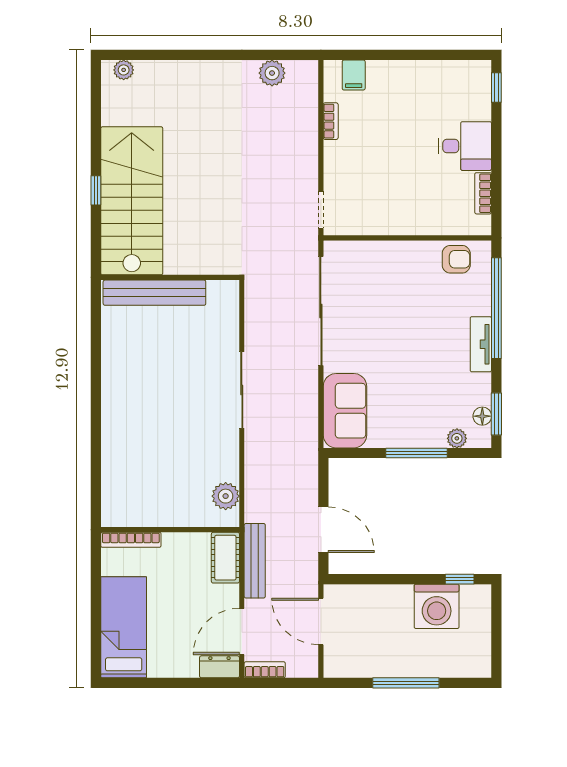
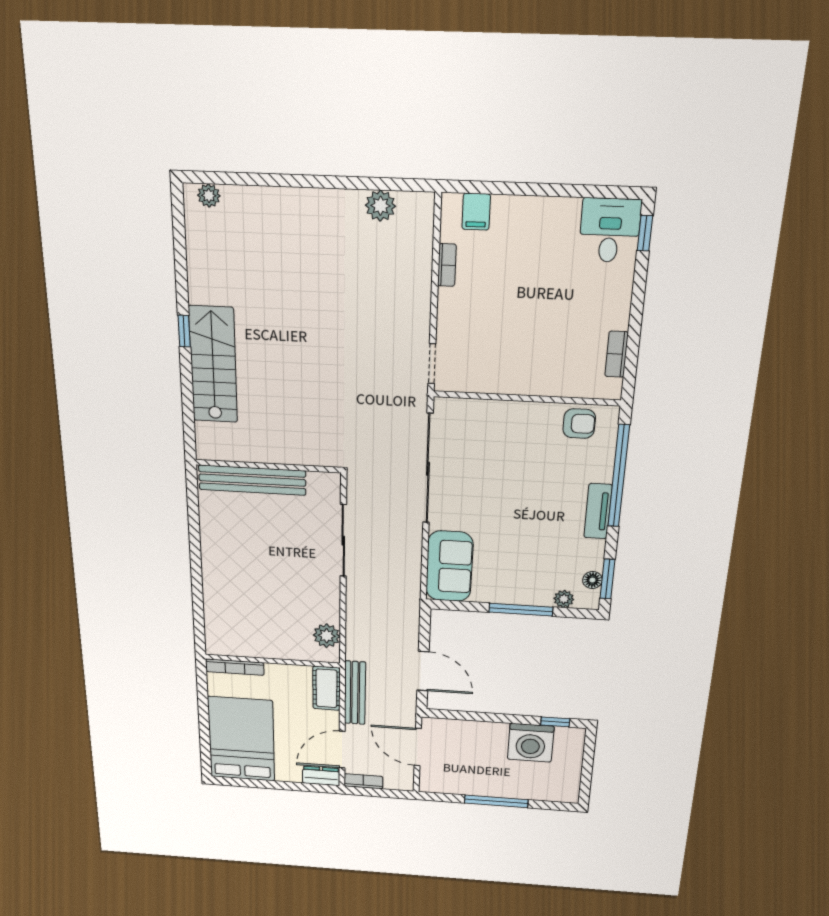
desk: (465, 146) -> (610, 230), moved, turned -90
stairs: (132, 201) -> (213, 365), width x0.73, depth x0.66
wall: (170, 277) -> (268, 466), moved
bench: (154, 293) -> (252, 480), moved
bed: (124, 627) -> (241, 739), width x1.50

